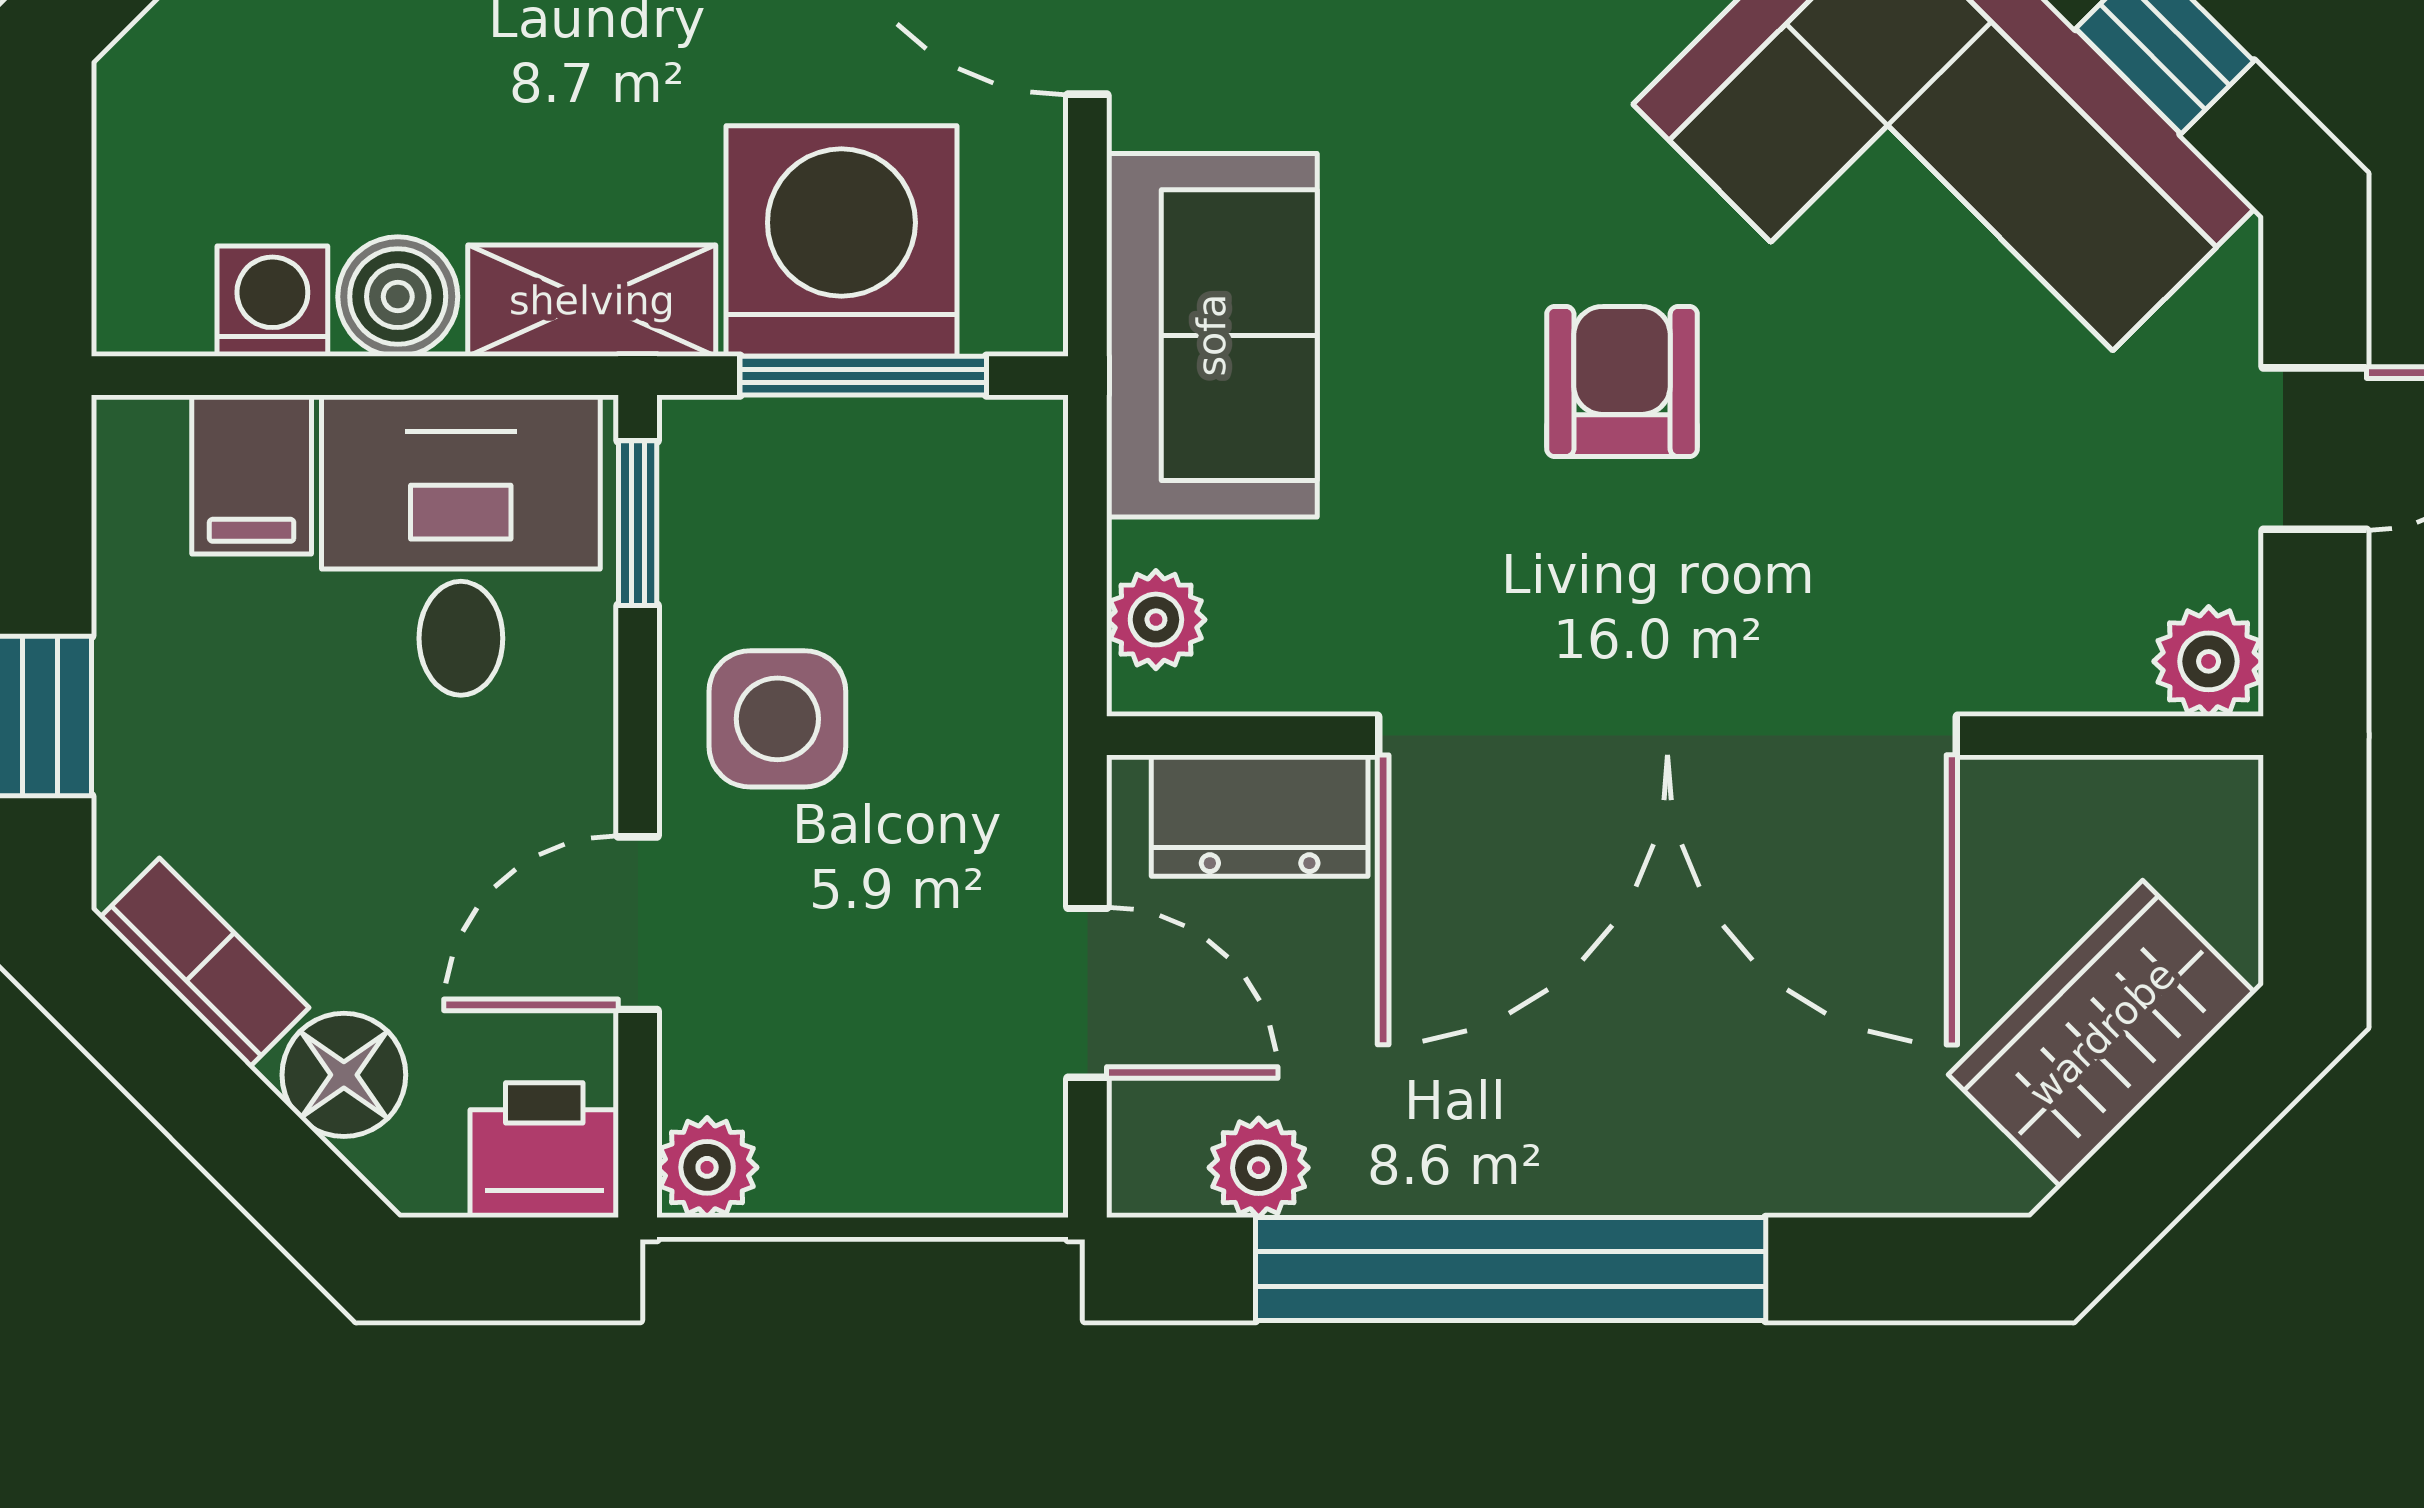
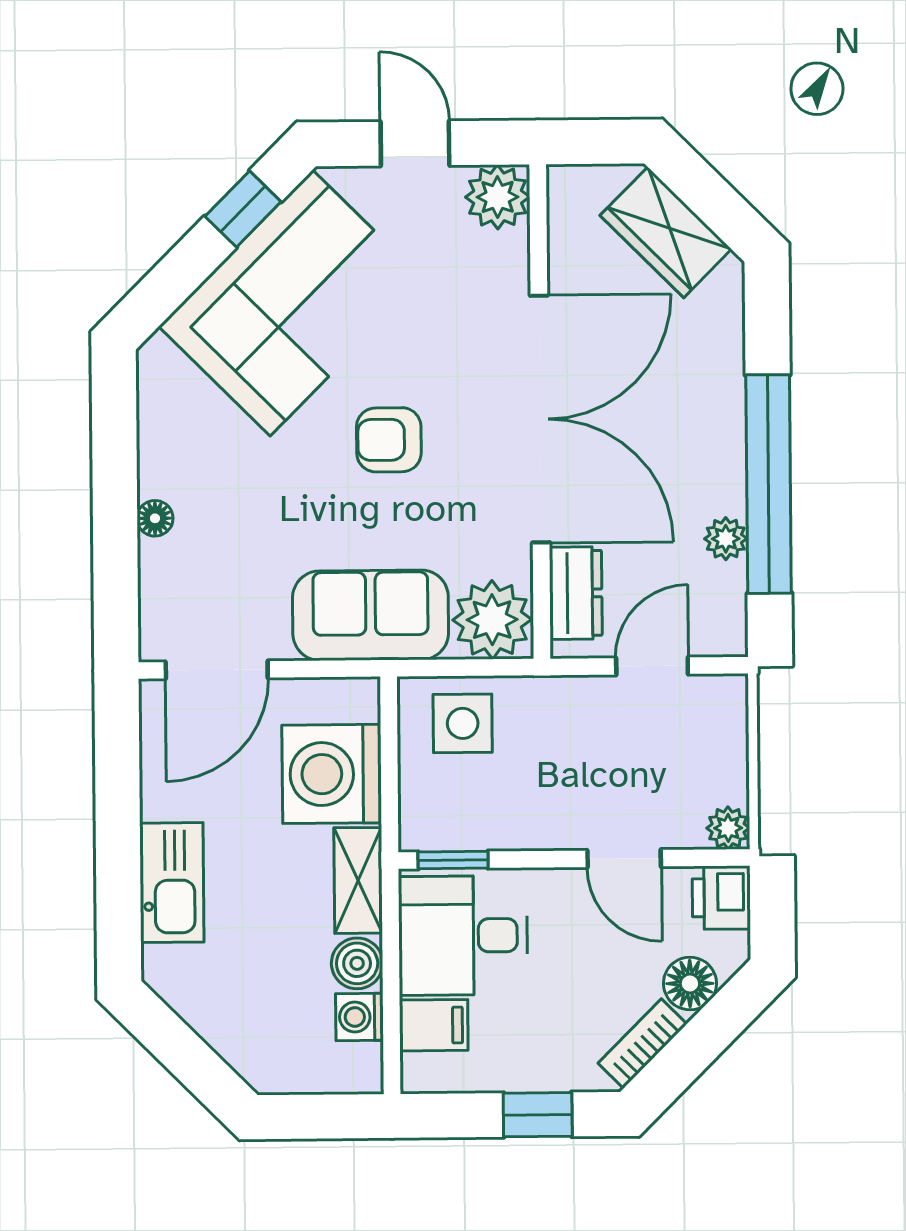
window: (863, 376) -> (389, 764), removed
plant: (1156, 620) -> (492, 620), width x1.87, depth x1.87
plant: (2209, 661) -> (498, 197), width x1.38, depth x1.38
side table: (777, 719) -> (463, 723), moved
plant: (1259, 1168) -> (726, 539), moved

